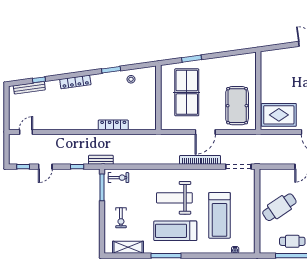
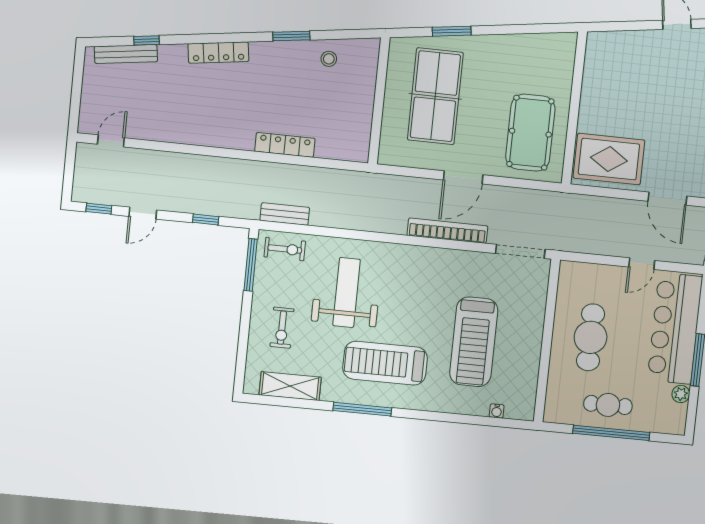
bench: (101, 160) -> (285, 214), moved
weight bench: (174, 198) -> (347, 293), moved, turned 90
cafe table: (279, 207) -> (591, 337), turned -56

